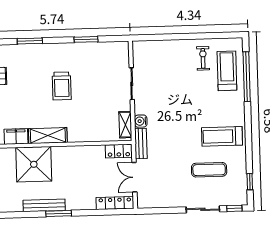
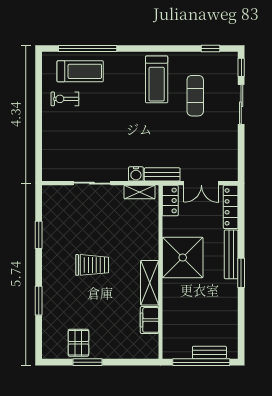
treadmill: (227, 71) -> (80, 71), turned 180
shower: (34, 164) -> (183, 258), moved
bench: (44, 205) -> (231, 254), moved

